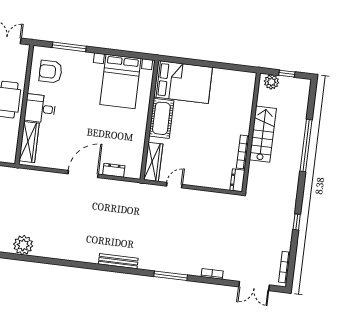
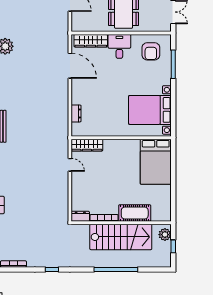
armchair: (51, 72) -> (151, 51), turned 180
cot: (161, 118) -> (135, 213), moved
stairs: (263, 134) -> (121, 237), width x1.36, depth x1.51
door: (83, 174) -> (70, 66), moved

